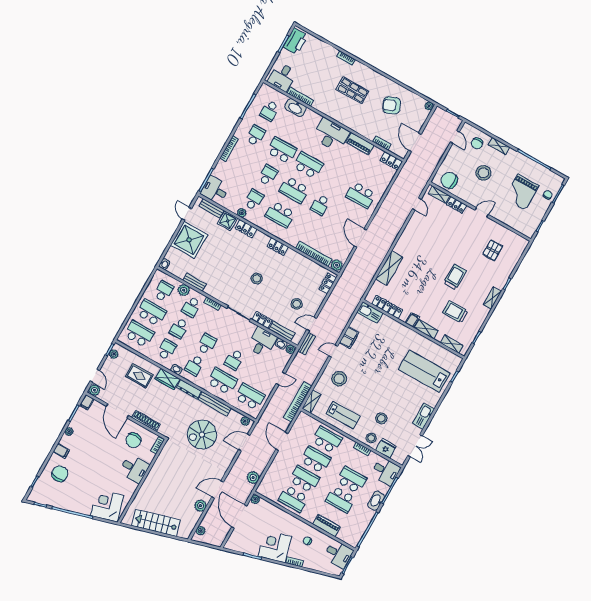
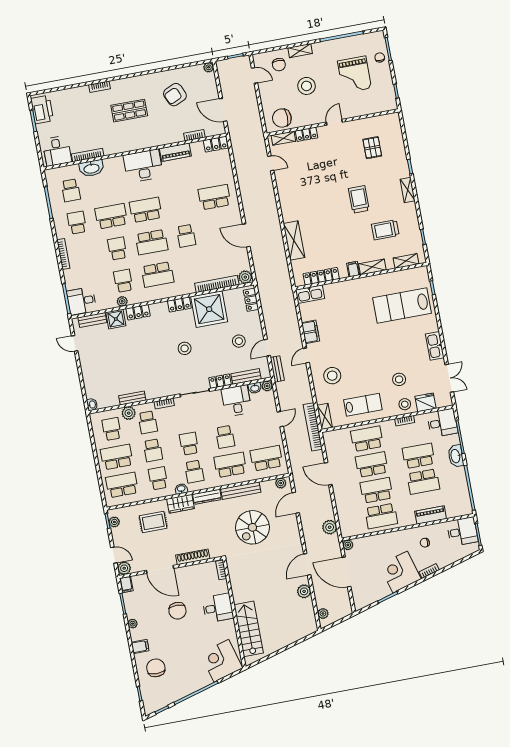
school desk: (361, 195) -> (214, 197), turned 180
shower: (189, 240) -> (209, 309), moved
chair: (133, 440) -> (177, 611), moved
stairs: (156, 523) -> (249, 629), moved, turned 106

